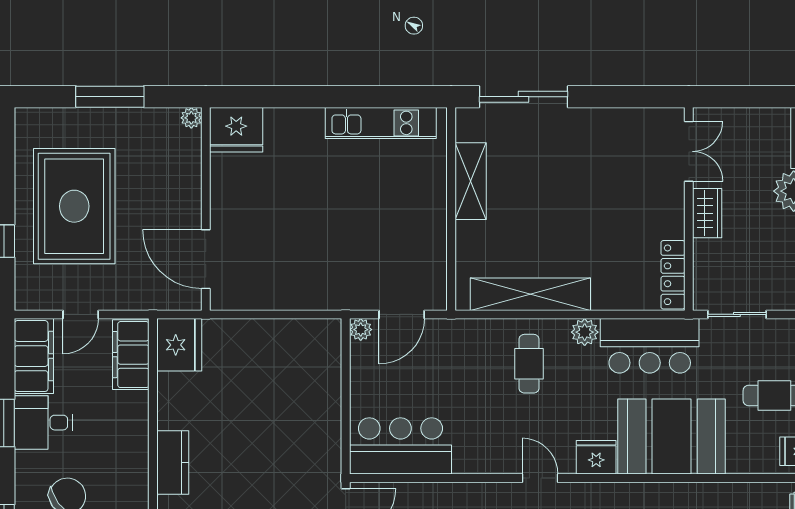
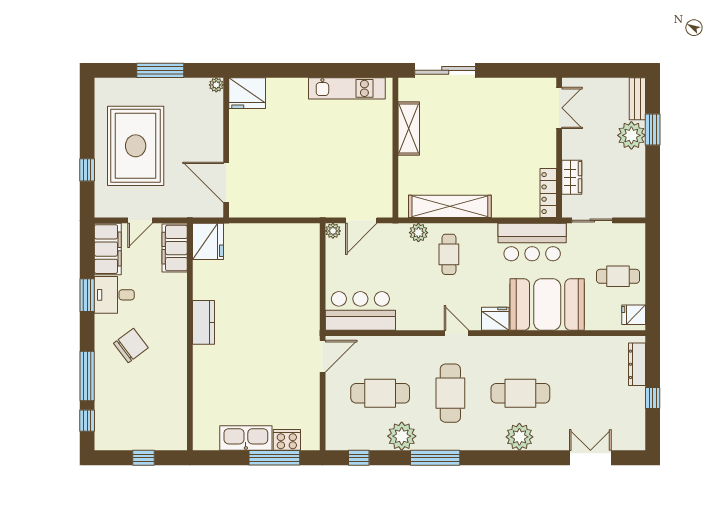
wardrobe: (707, 213) -> (572, 177), moved
plant: (585, 332) -> (418, 233), moved

